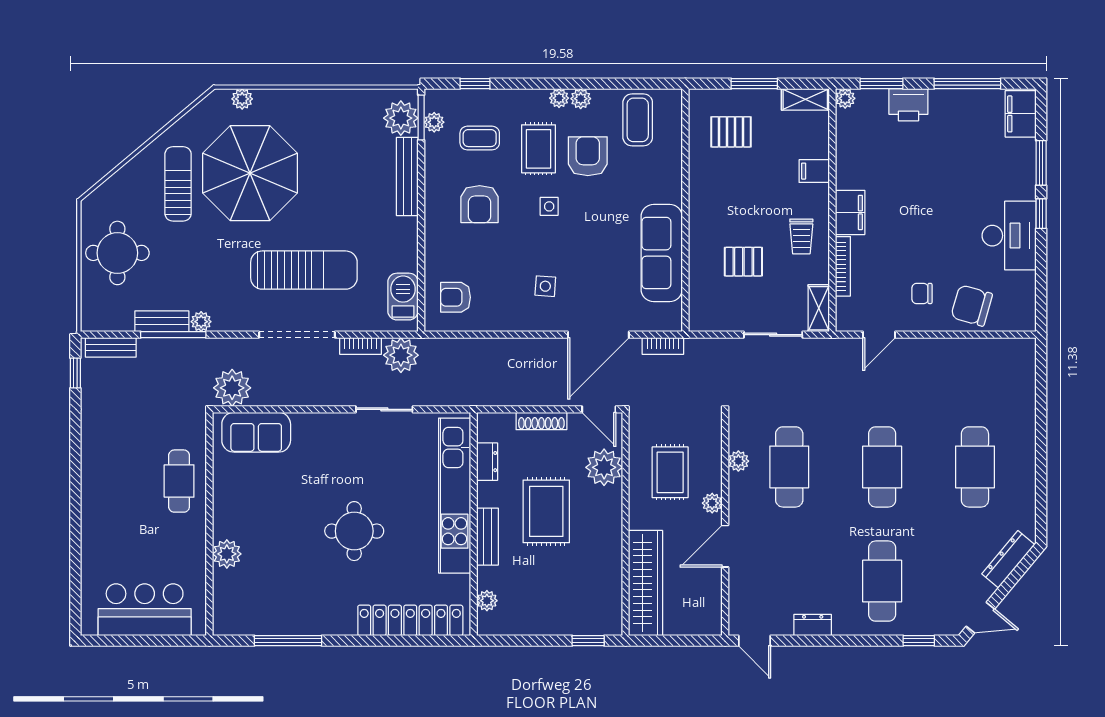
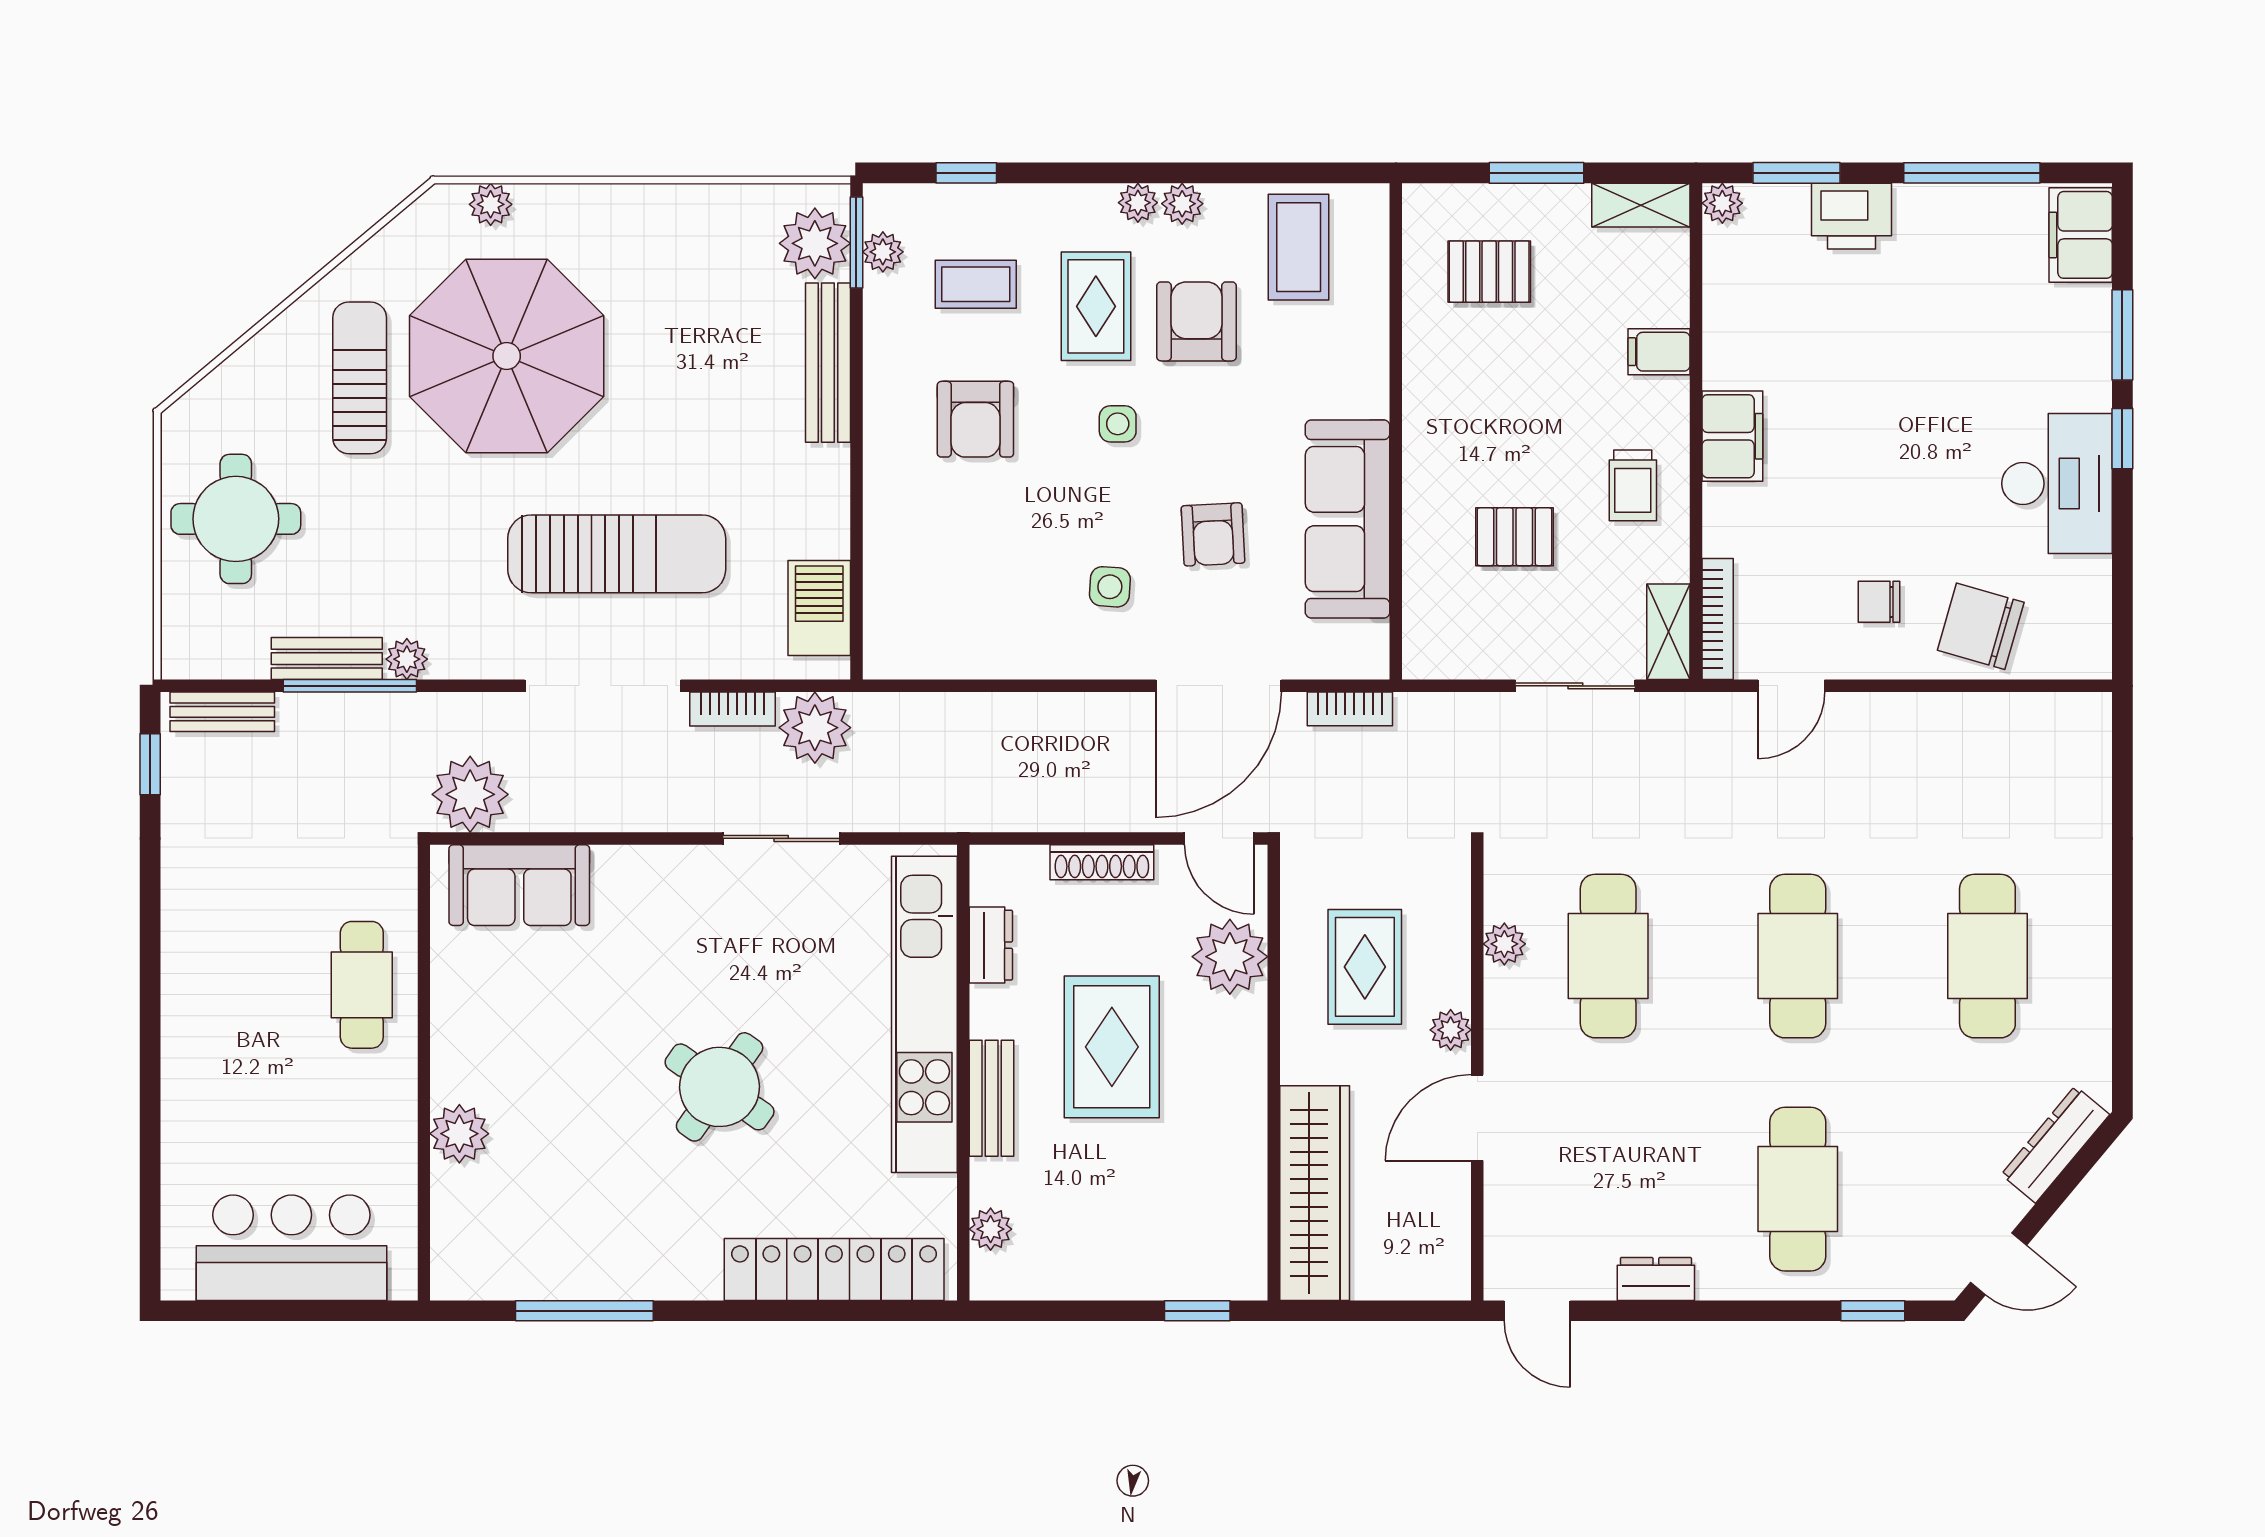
bookcase: (843, 266) -> (1718, 619), moved
armchair: (455, 297) -> (1213, 534), moved, turned -93
round table: (354, 531) -> (720, 1087), turned 35

